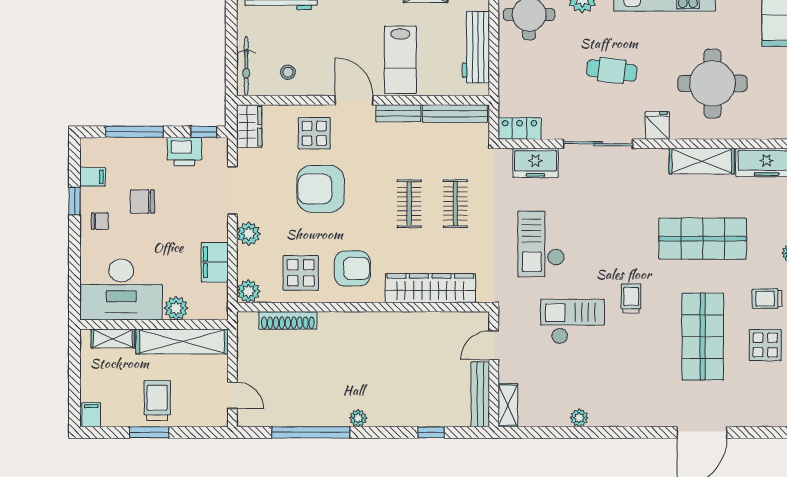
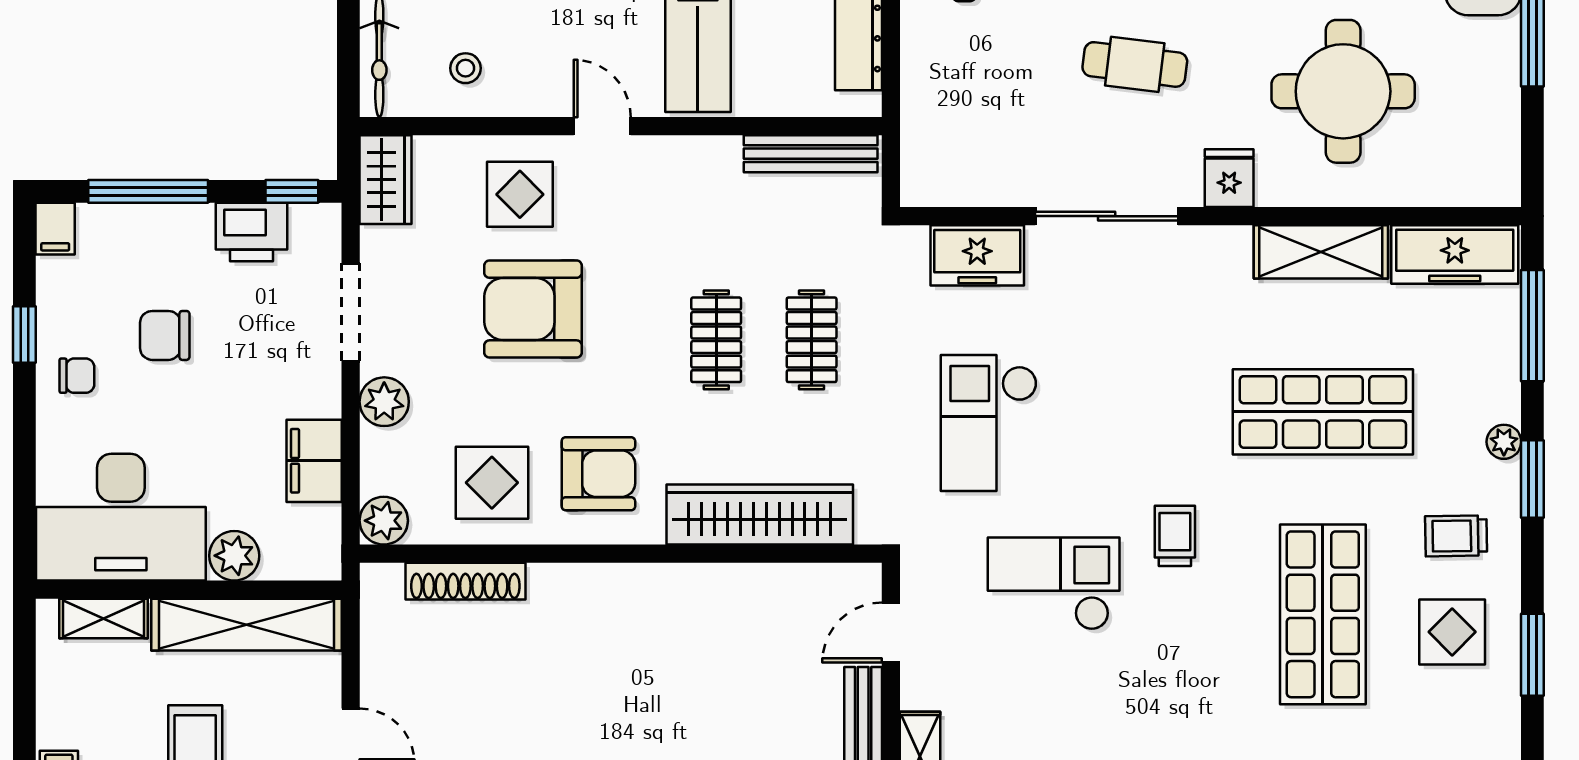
door: (354, 100) -> (602, 126), width x0.73
bench: (398, 113) -> (694, 153), removed
locker: (520, 129) -> (944, 185), removed
filing cabinet: (93, 177) -> (55, 229), moved, turned 90

